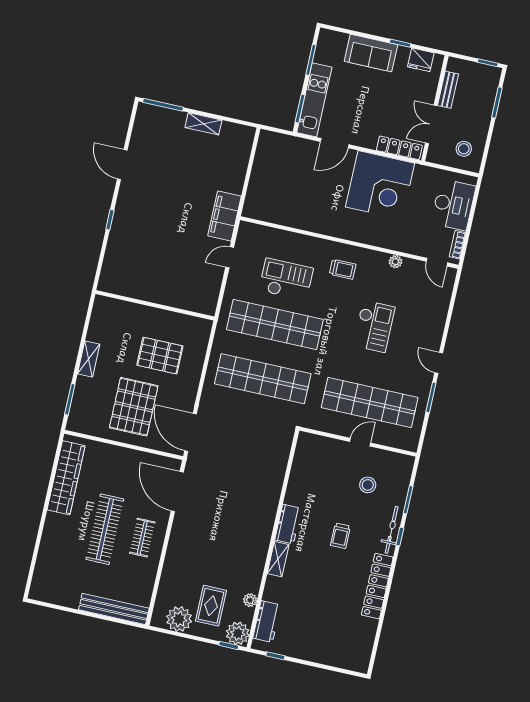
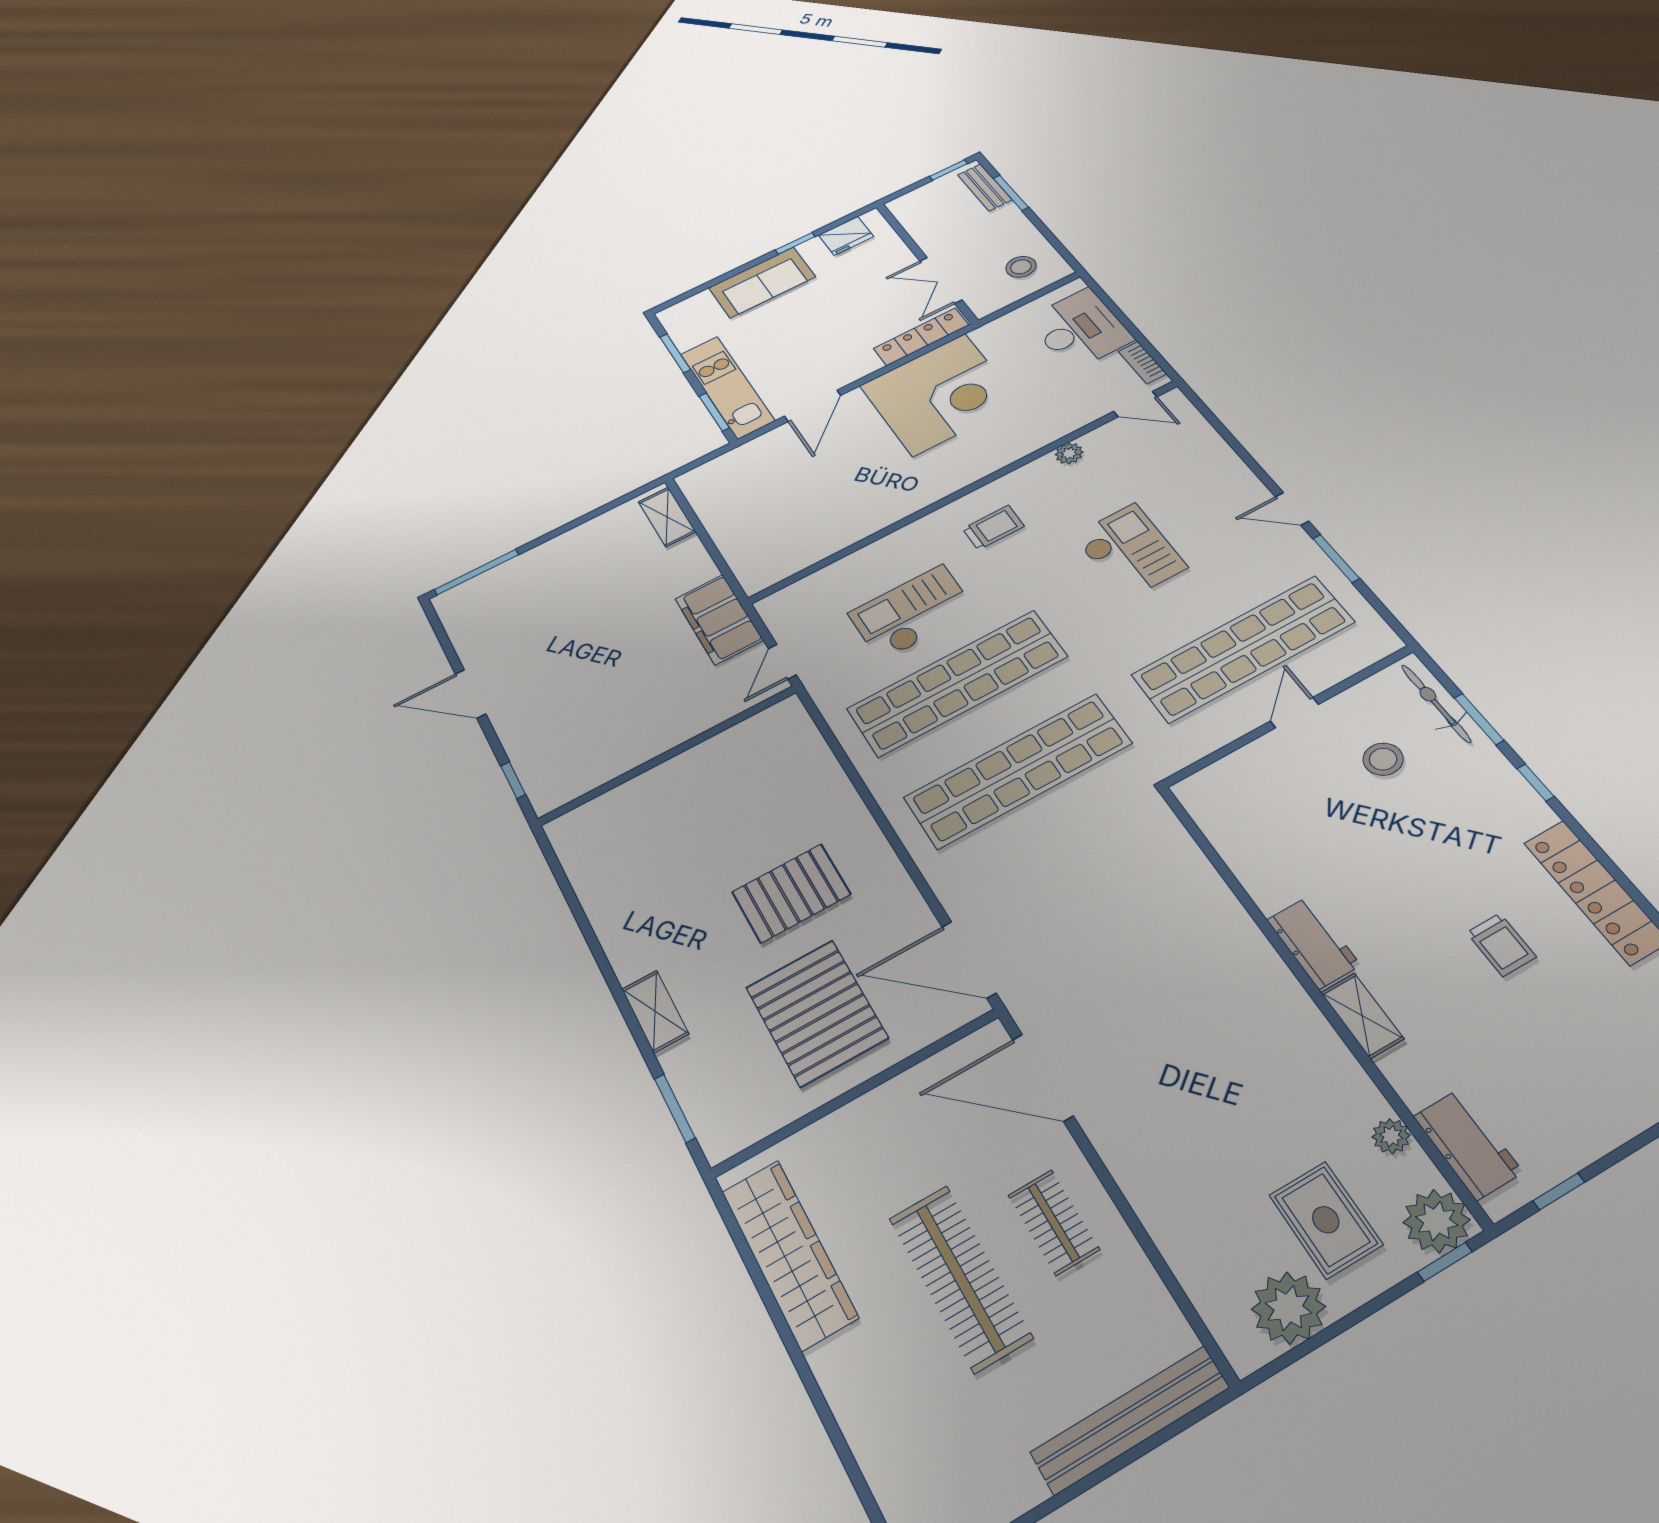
bench: (448, 90) -> (985, 187), moved
shelving: (203, 124) -> (667, 517), moved, turned 90
wall: (155, 305) -> (668, 755), moved
bicycle: (392, 530) -> (1436, 703), moved
trolley: (340, 536) -> (1501, 945), moved

